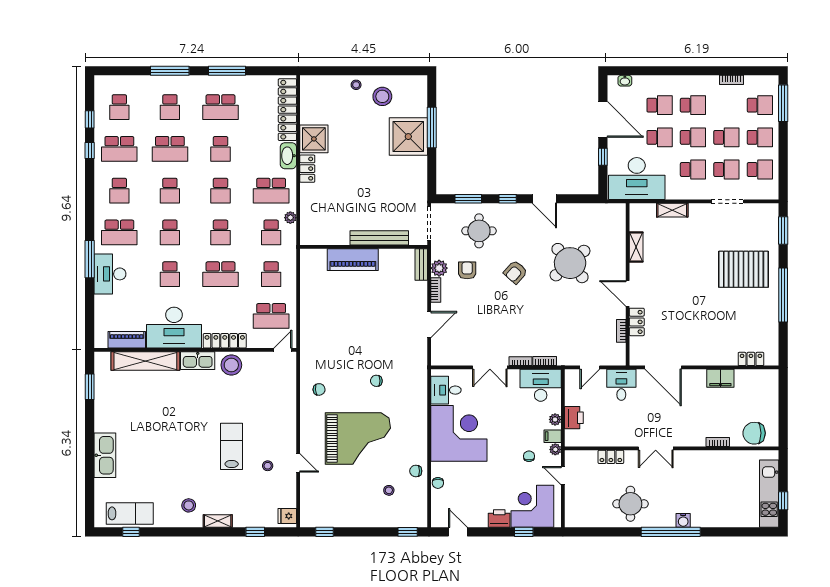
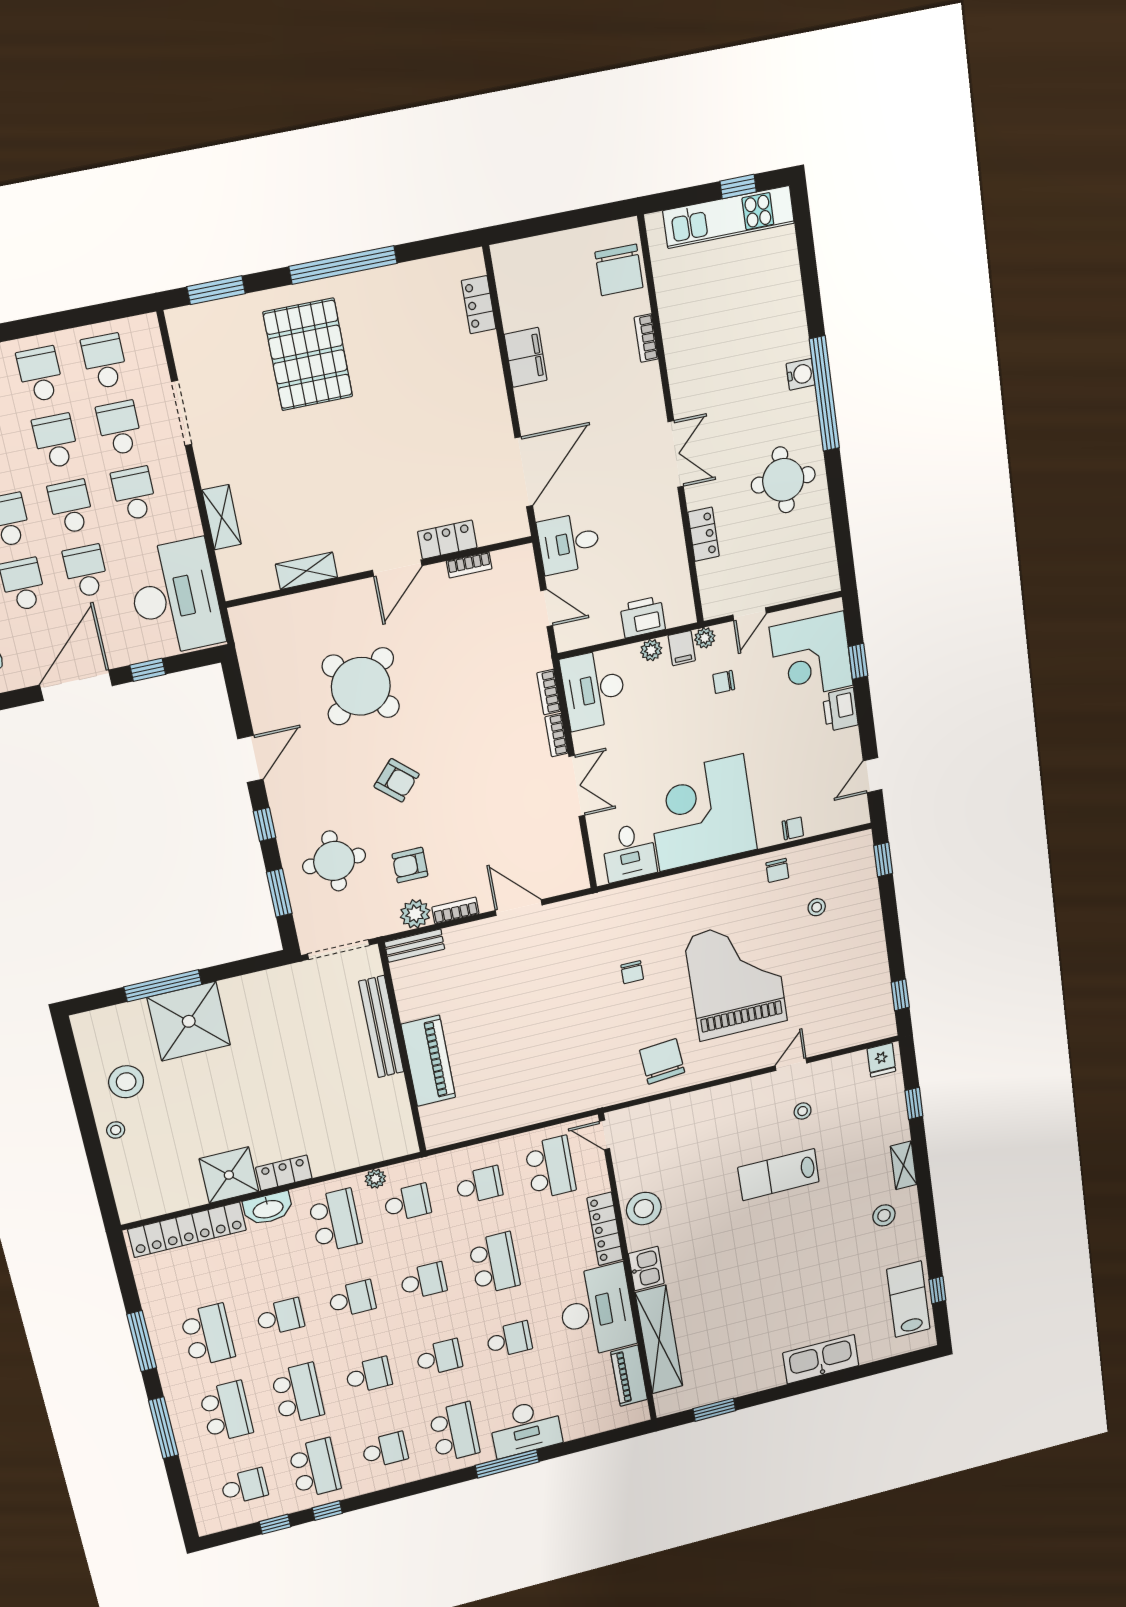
school desk: (170, 107) -> (226, 1412), width x1.85
kitchen sink: (198, 361) -> (646, 1269), width x0.73
chair: (319, 389) -> (662, 1061), width x1.87, depth x1.87

